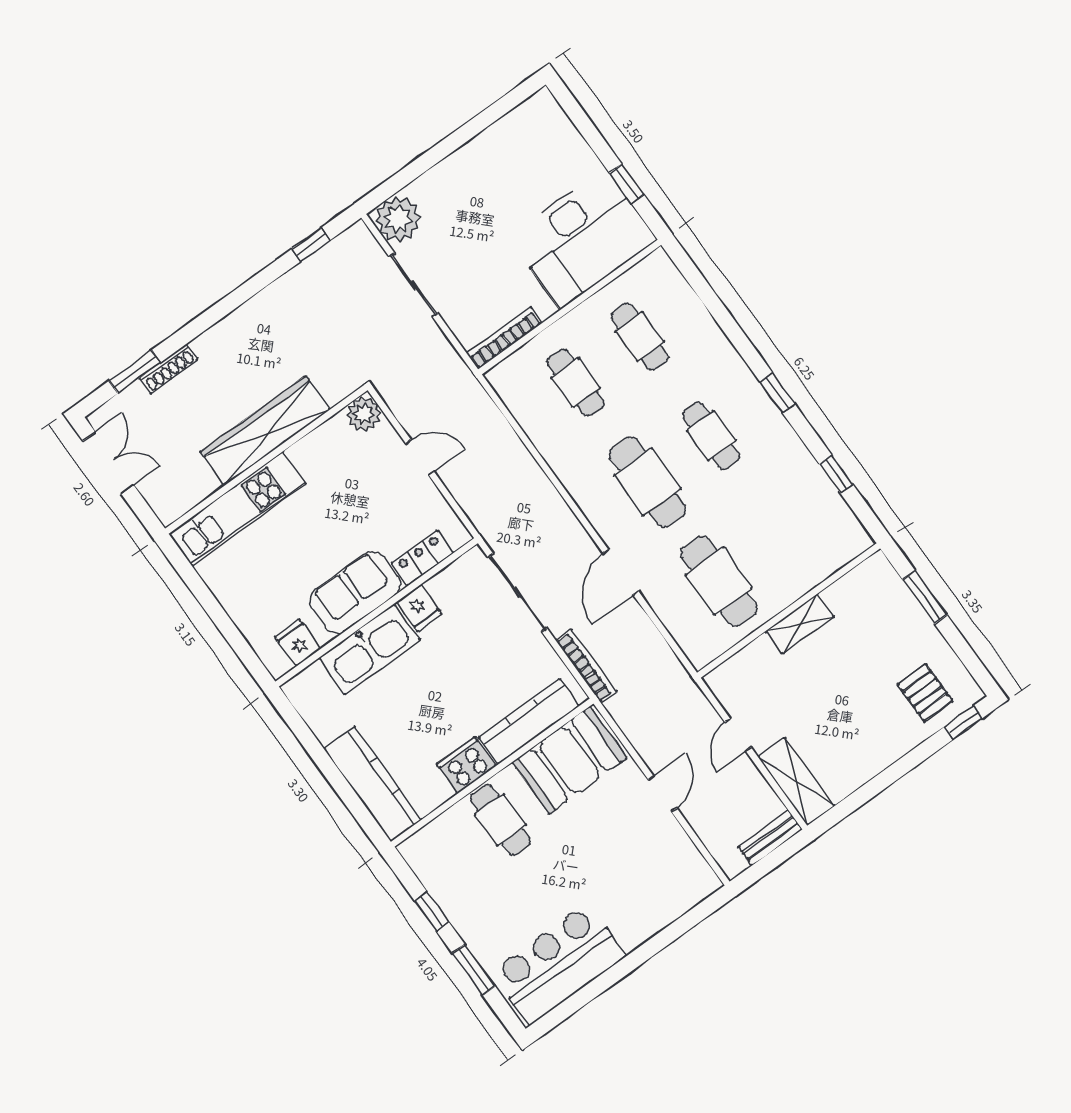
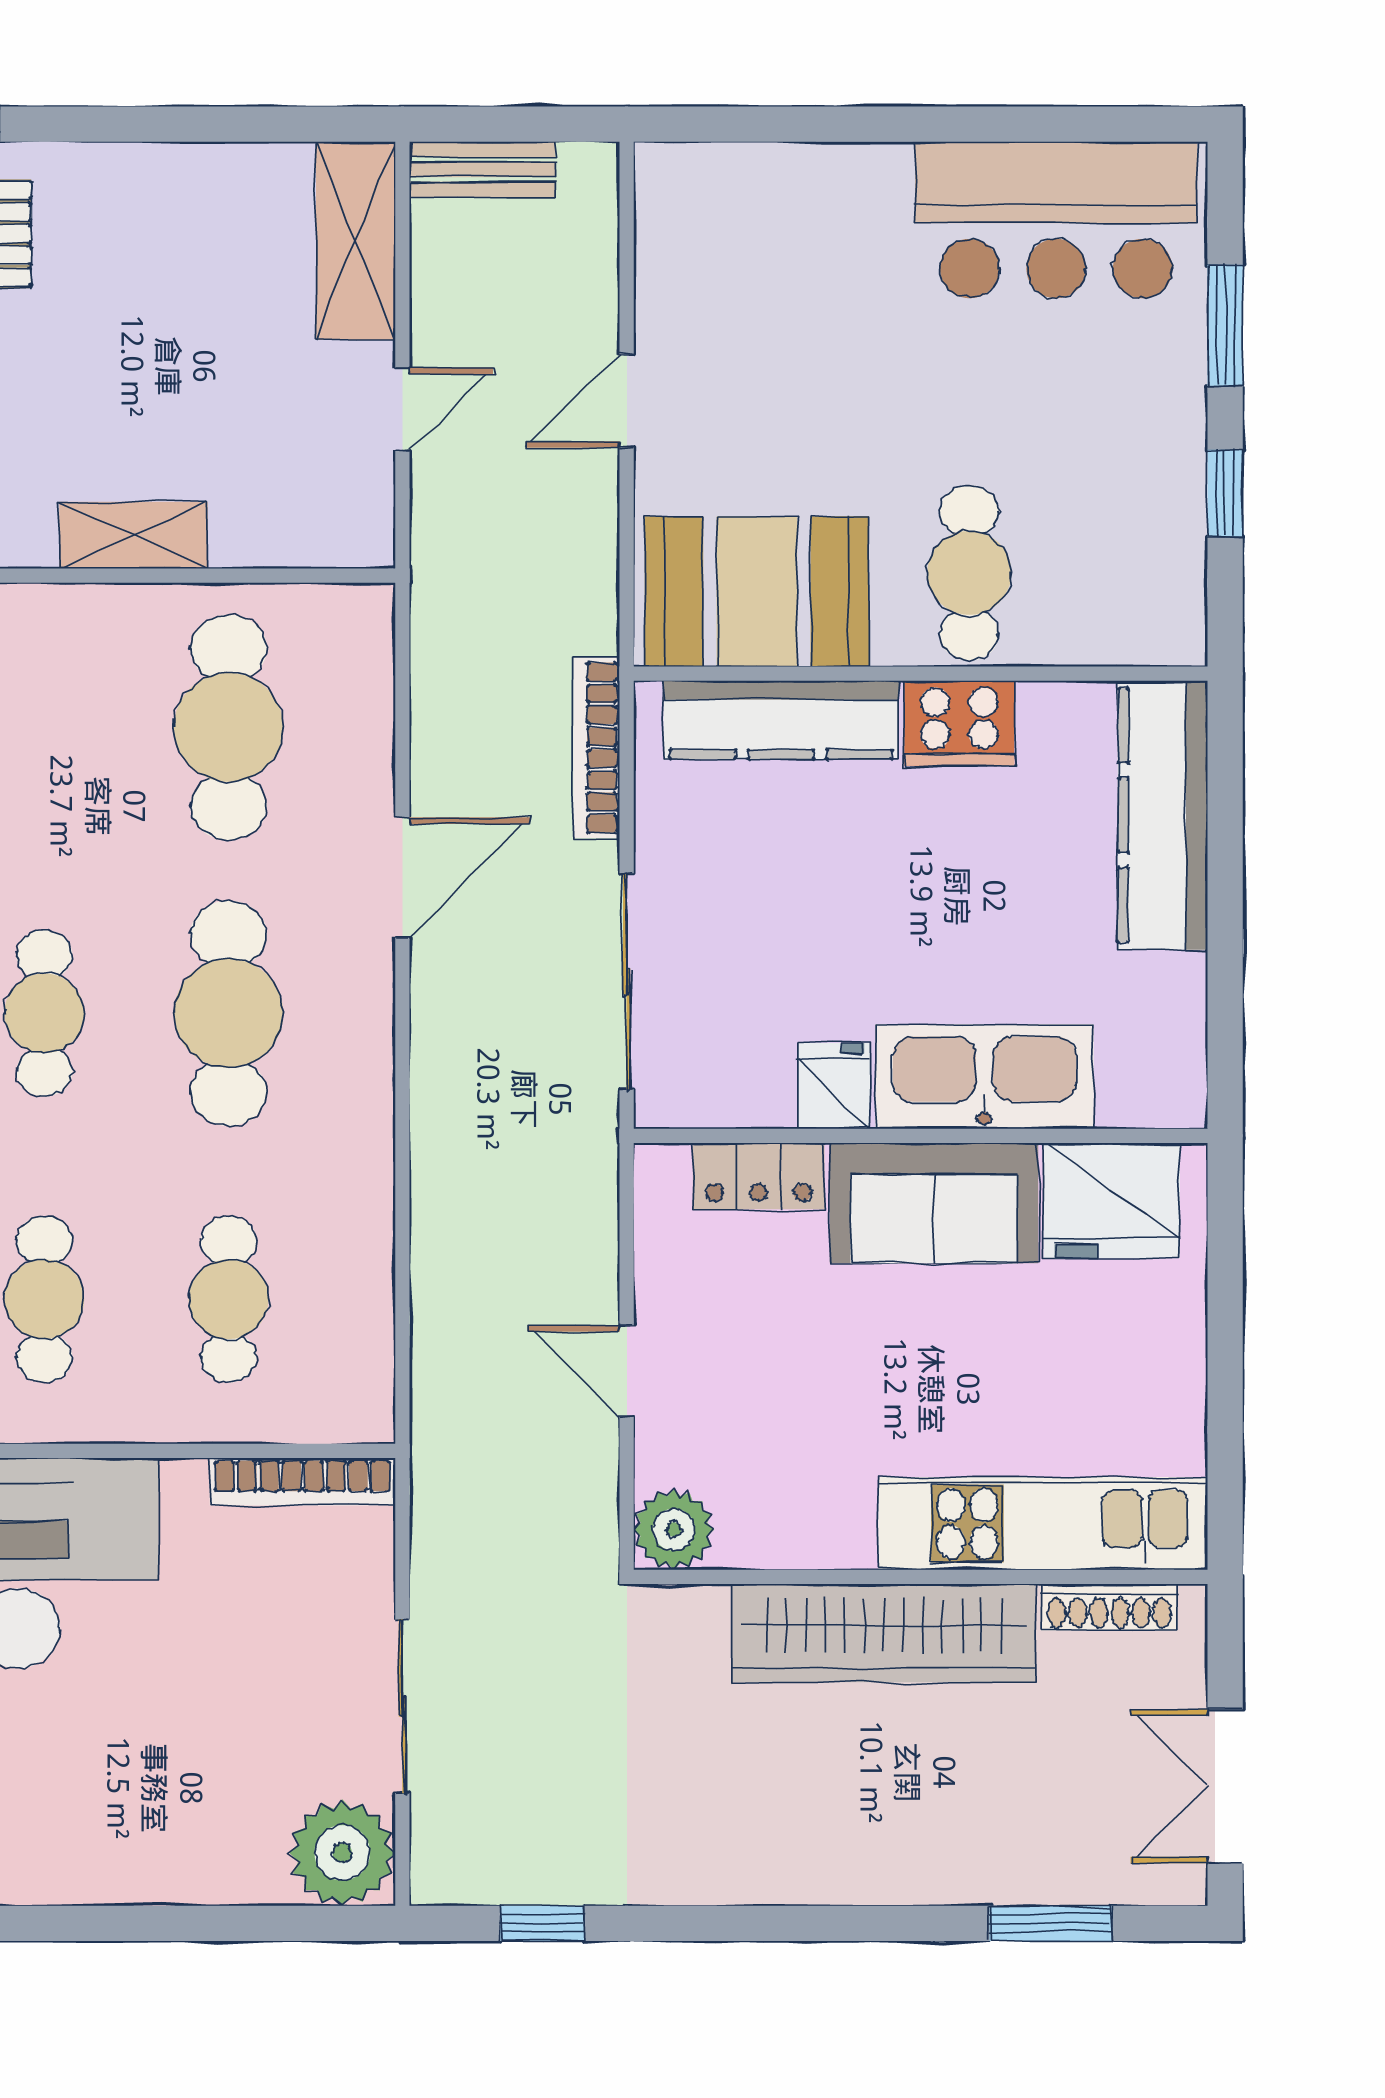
shoe rack: (168, 369) -> (1109, 1607), moved, turned 180
fridge: (298, 643) -> (1112, 1200), width x1.88, depth x1.34

